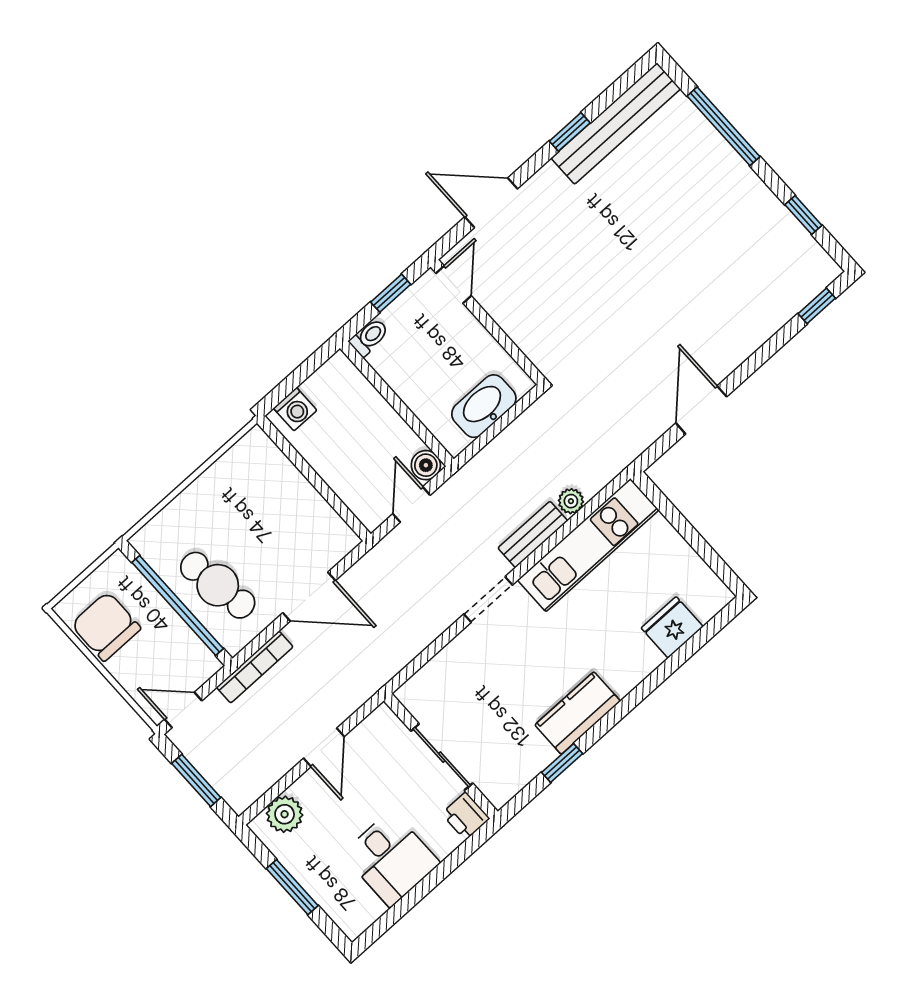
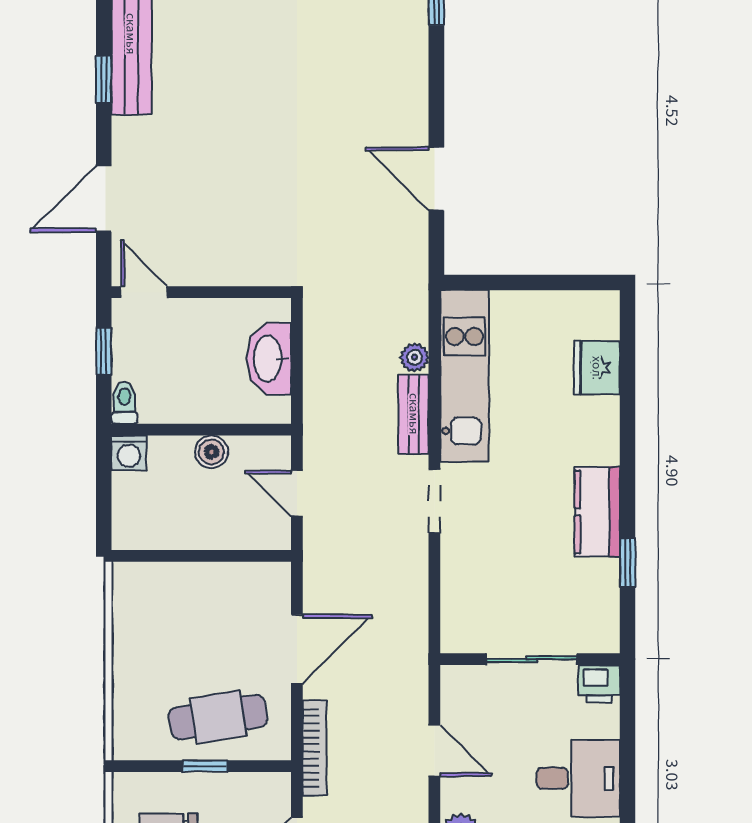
washing machine: (295, 409) -> (129, 453), moved, turned 90
boiler: (426, 465) -> (211, 452), moved
window: (178, 605) -> (205, 766), width x0.32

